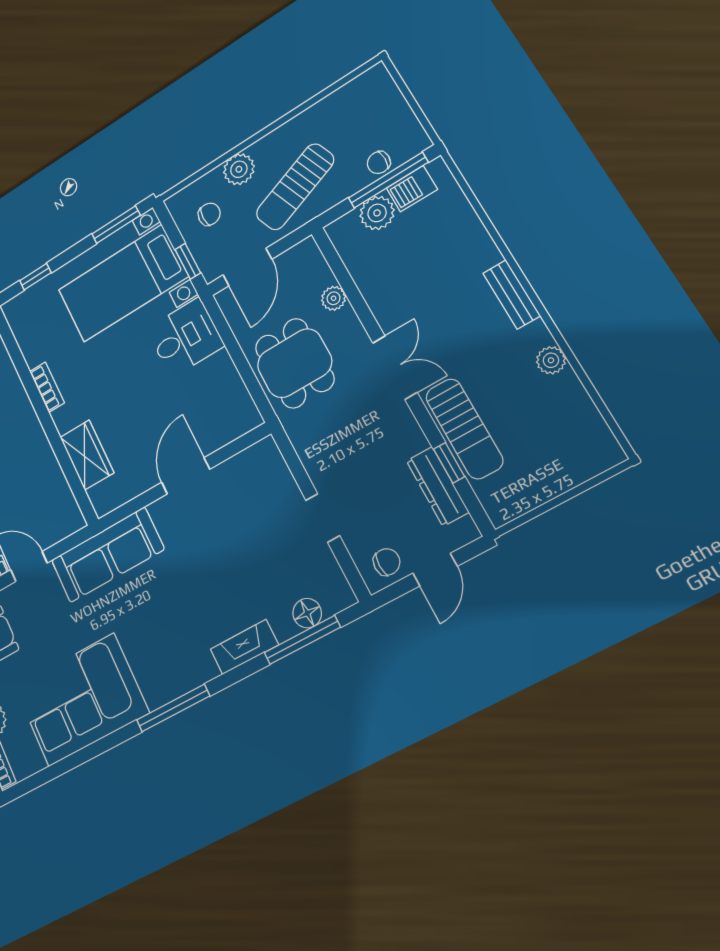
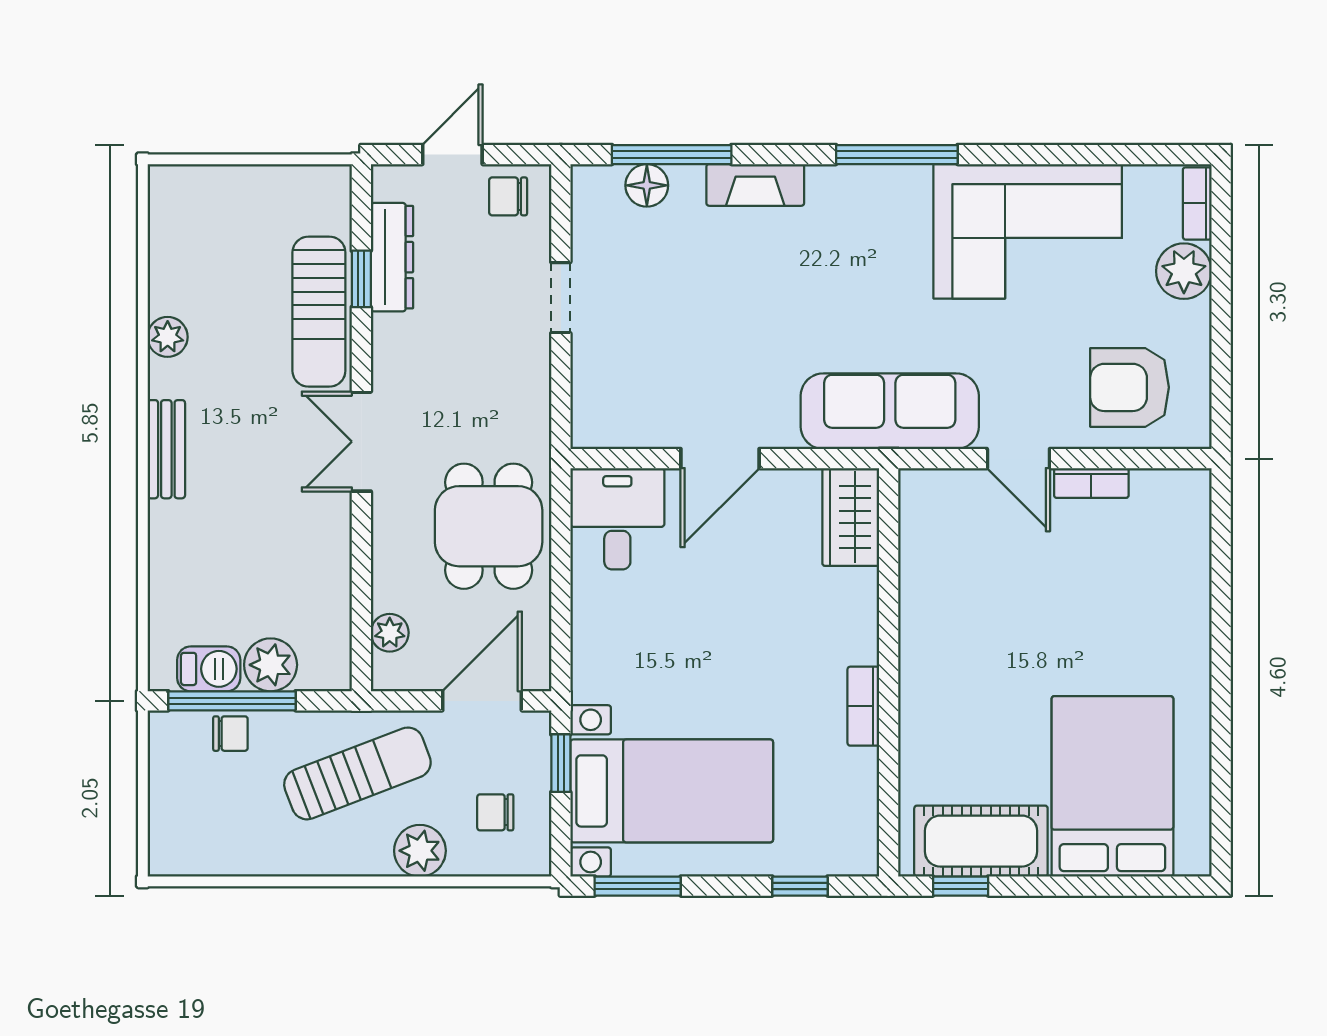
plant: (334, 298) -> (390, 633), moved
desk: (185, 337) -> (617, 519), moved, turned 90
sun lounger: (464, 429) -> (319, 312), turned 180
wardrobe: (87, 455) -> (851, 517), moved

